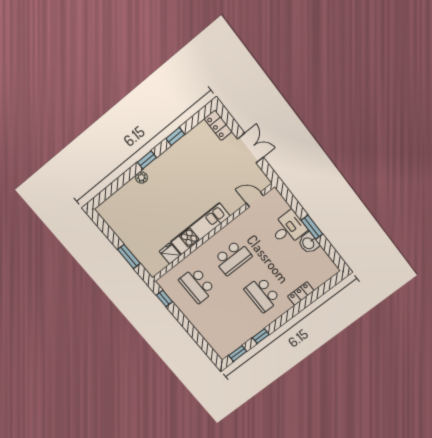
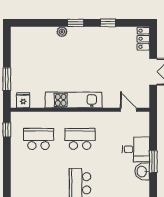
fridge: (170, 253) -> (23, 100), moved
school desk: (233, 258) -> (80, 139), turned 180
school desk: (197, 285) -> (39, 139), turned 90

